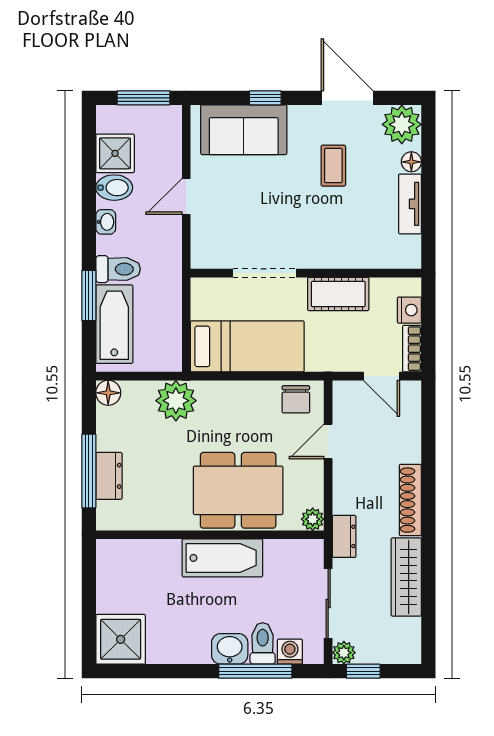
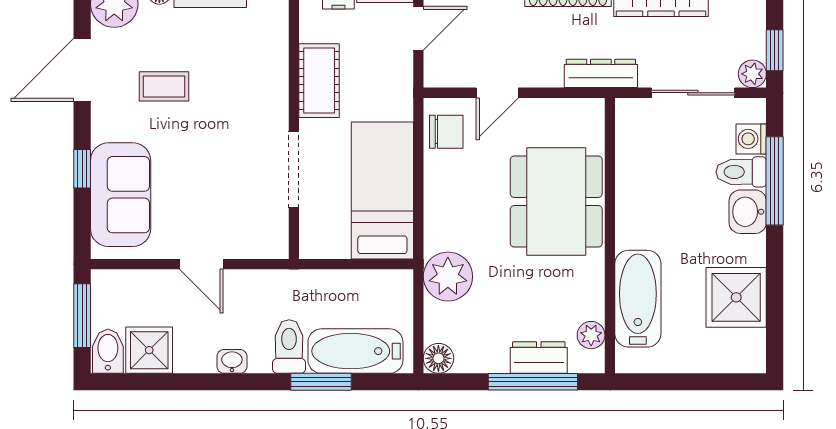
bidet: (114, 188) -> (108, 351), moved
door: (328, 441) -> (497, 93), hinge flipped
plant: (313, 519) -> (591, 335), moved
dresser: (344, 536) -> (601, 73), width x1.44
bathtub: (222, 558) -> (638, 299), moved
shower: (121, 639) -> (736, 297), moved

